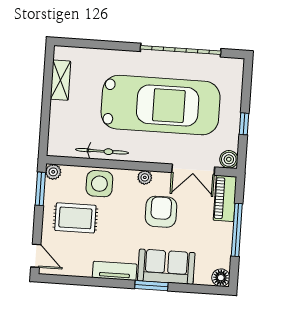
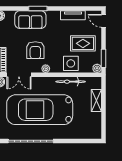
shelving: (60, 80) -> (96, 100), moved
double door: (193, 170) -> (19, 75), swing flipped
tv unit: (115, 271) -> (73, 15), moved

